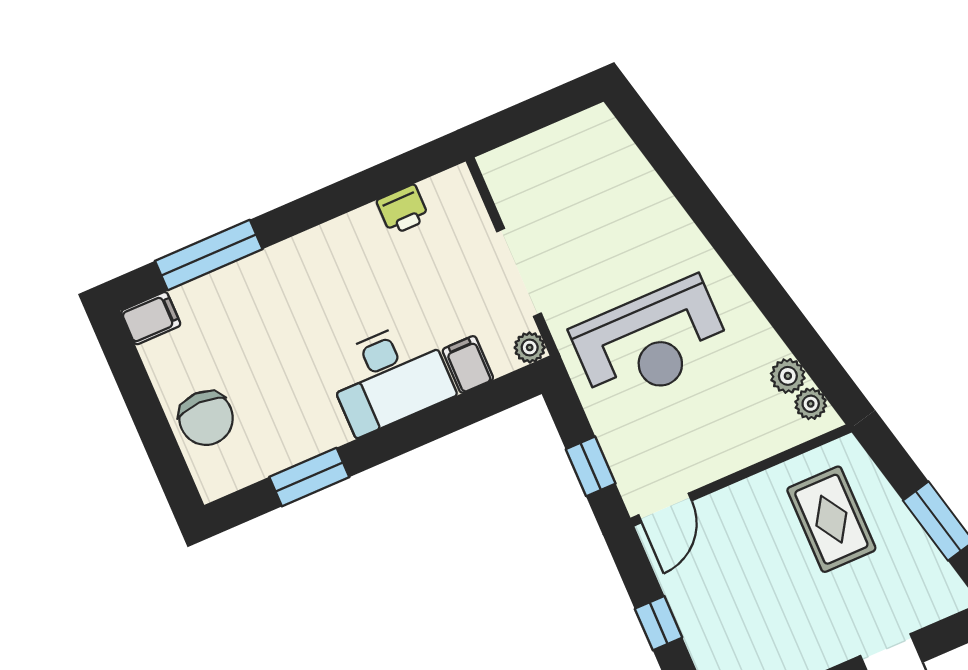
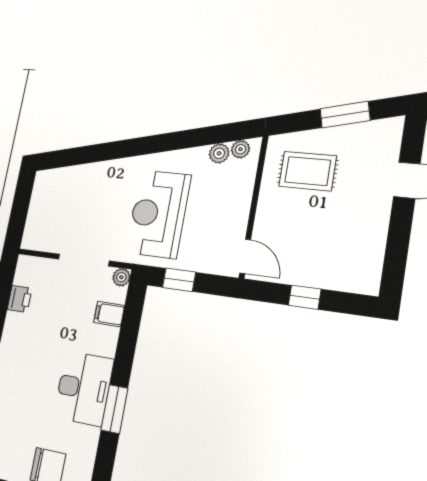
reception desk: (651, 342) -> (158, 214), turned 180
desk: (390, 377) -> (84, 388), moved
window: (591, 466) -> (179, 280), moved
window: (309, 477) -> (114, 409), moved

